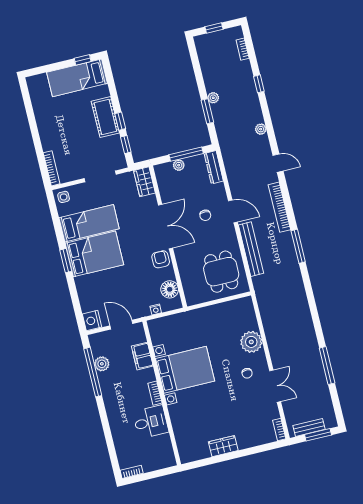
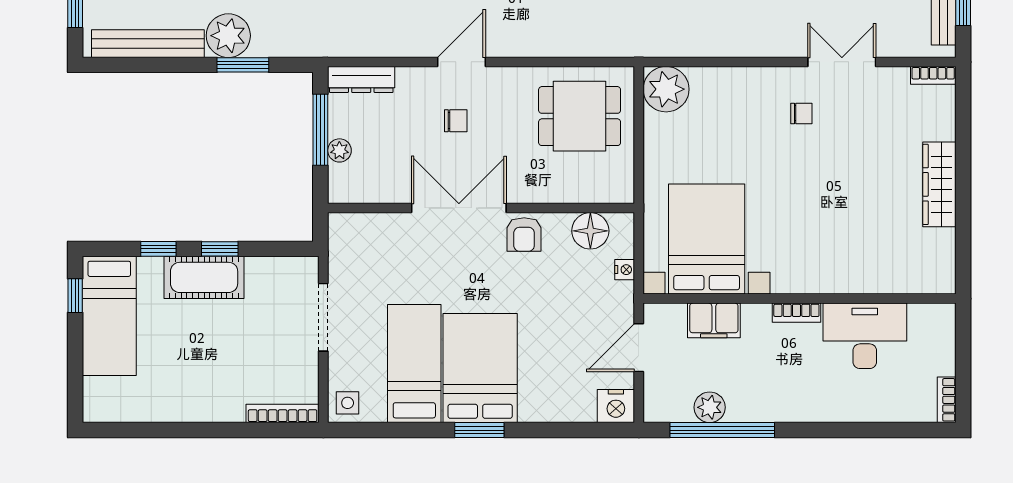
plant: (213, 98) -> (228, 36), width x1.88, depth x1.88
window: (126, 145) -> (158, 249), moved
wardrobe: (144, 182) -> (357, 229), removed
bench: (251, 249) -> (148, 44), moved
armchair: (161, 259) -> (524, 235), turned -90
plant: (251, 342) -> (666, 89), moved
bed with nightstands: (185, 370) -> (707, 239), moved
desk: (151, 422) -> (865, 336), width x1.37
wardrobe: (223, 446) -> (939, 184), width x1.50

